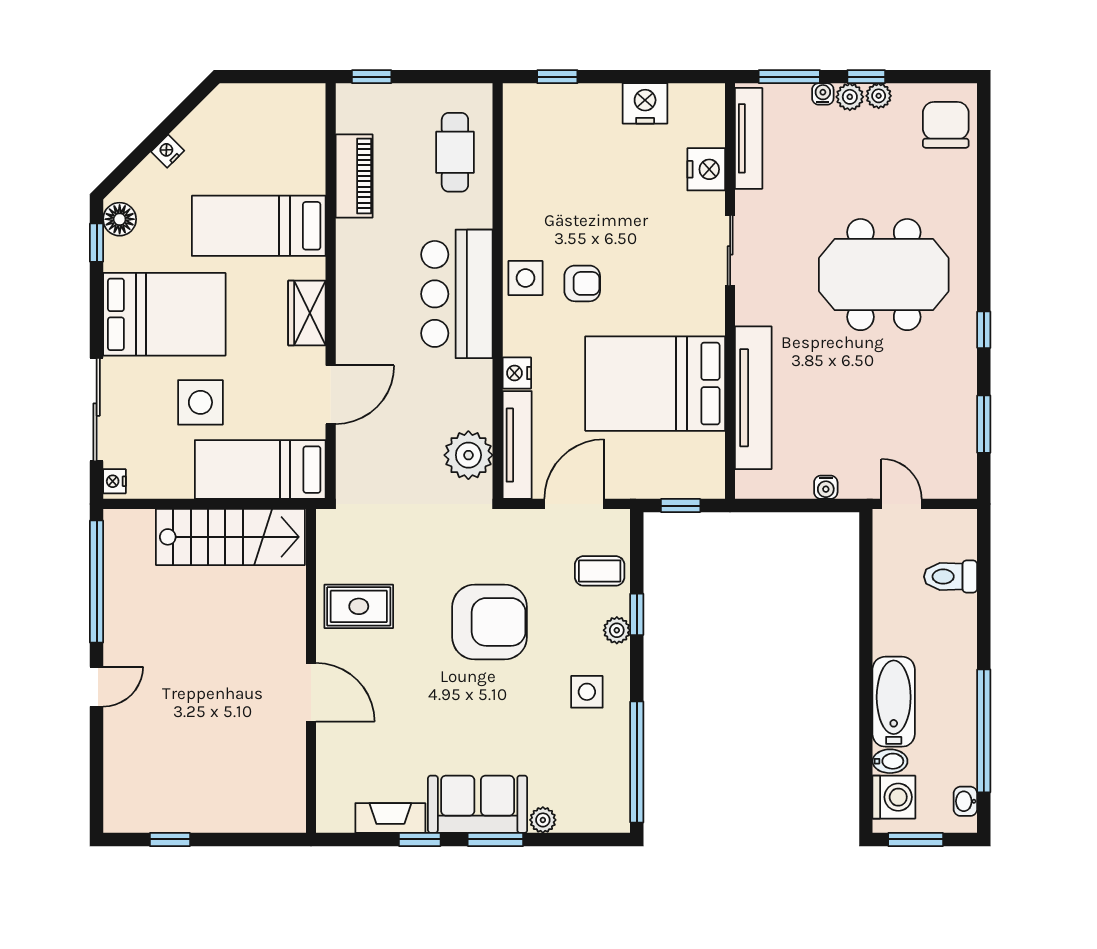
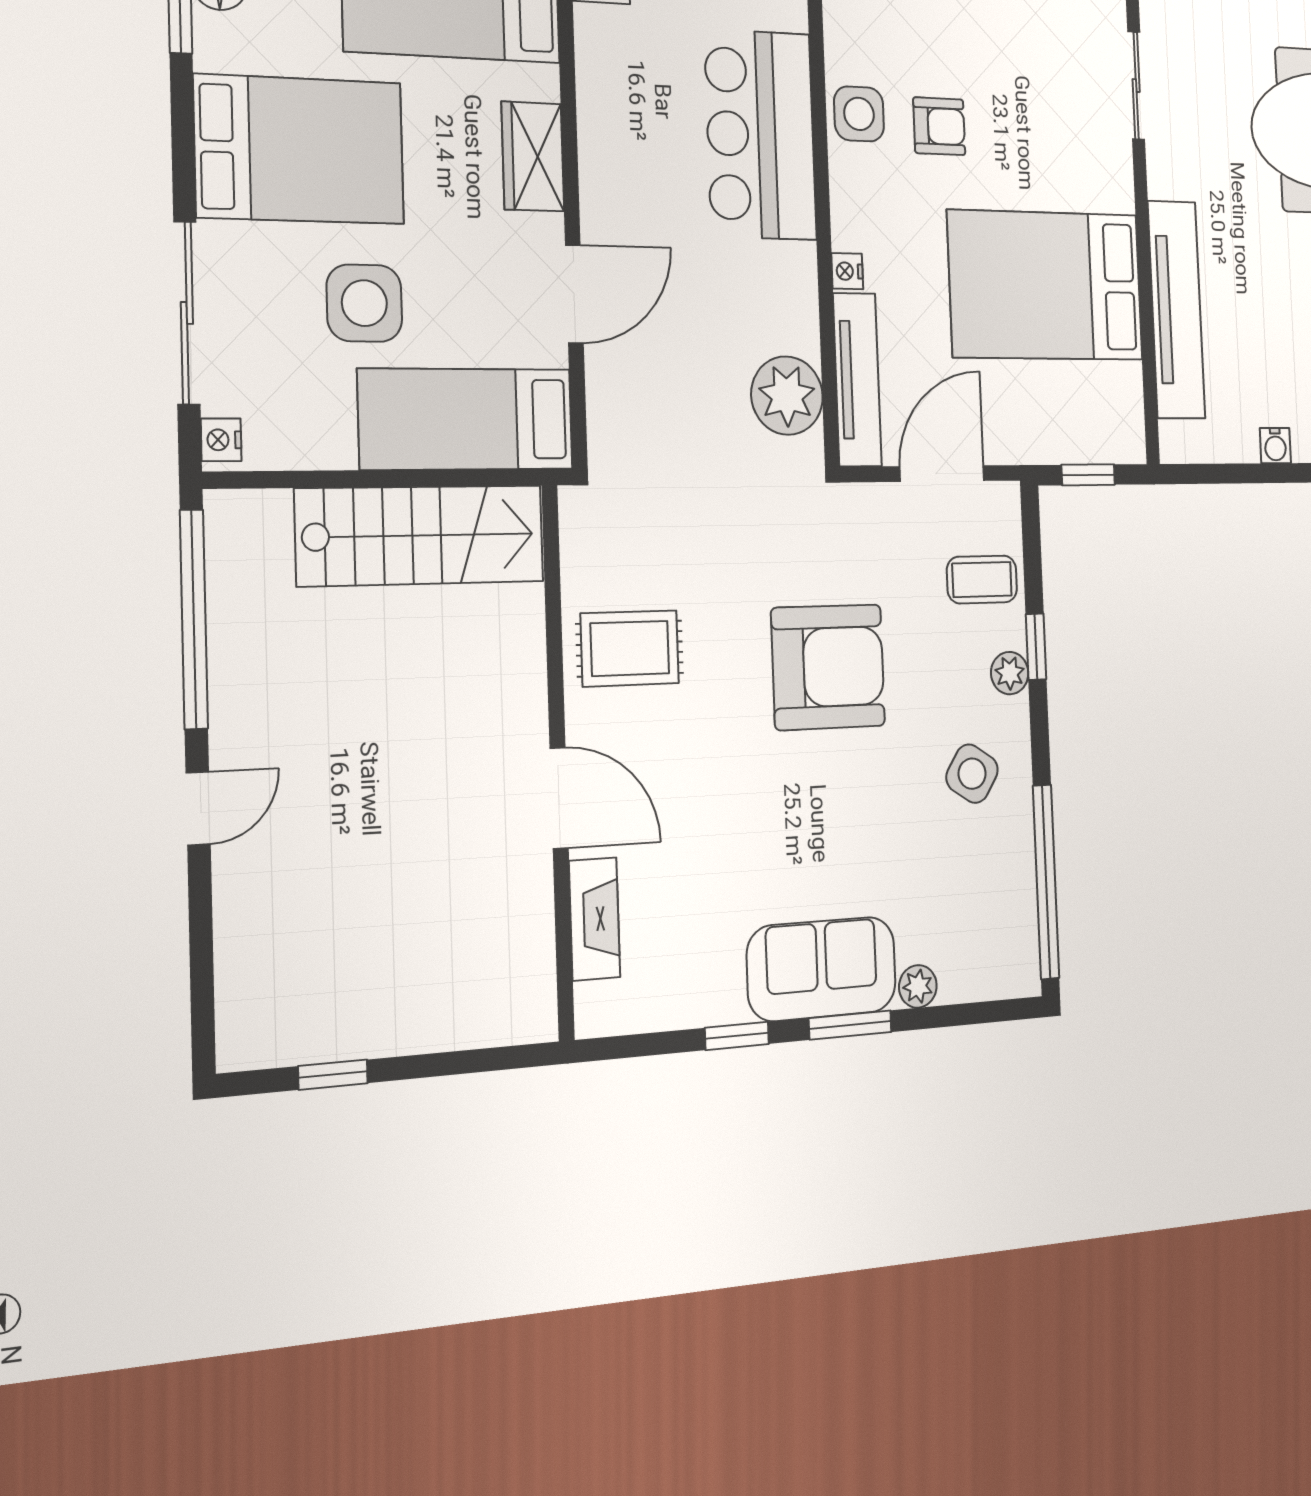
nightstand: (517, 373) -> (847, 271), width x0.72, depth x0.74
side table: (587, 692) -> (972, 774), turned 33
fireplace: (390, 818) -> (595, 919), moved, turned 90

